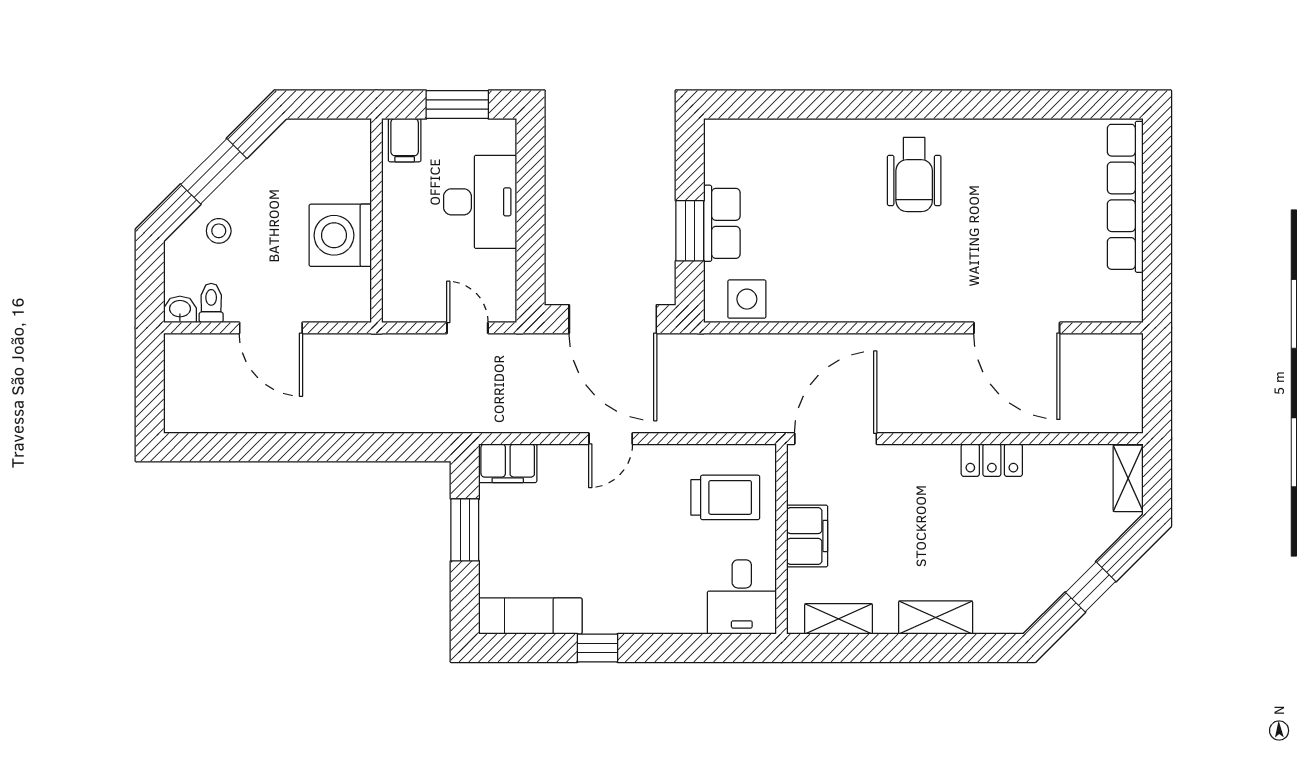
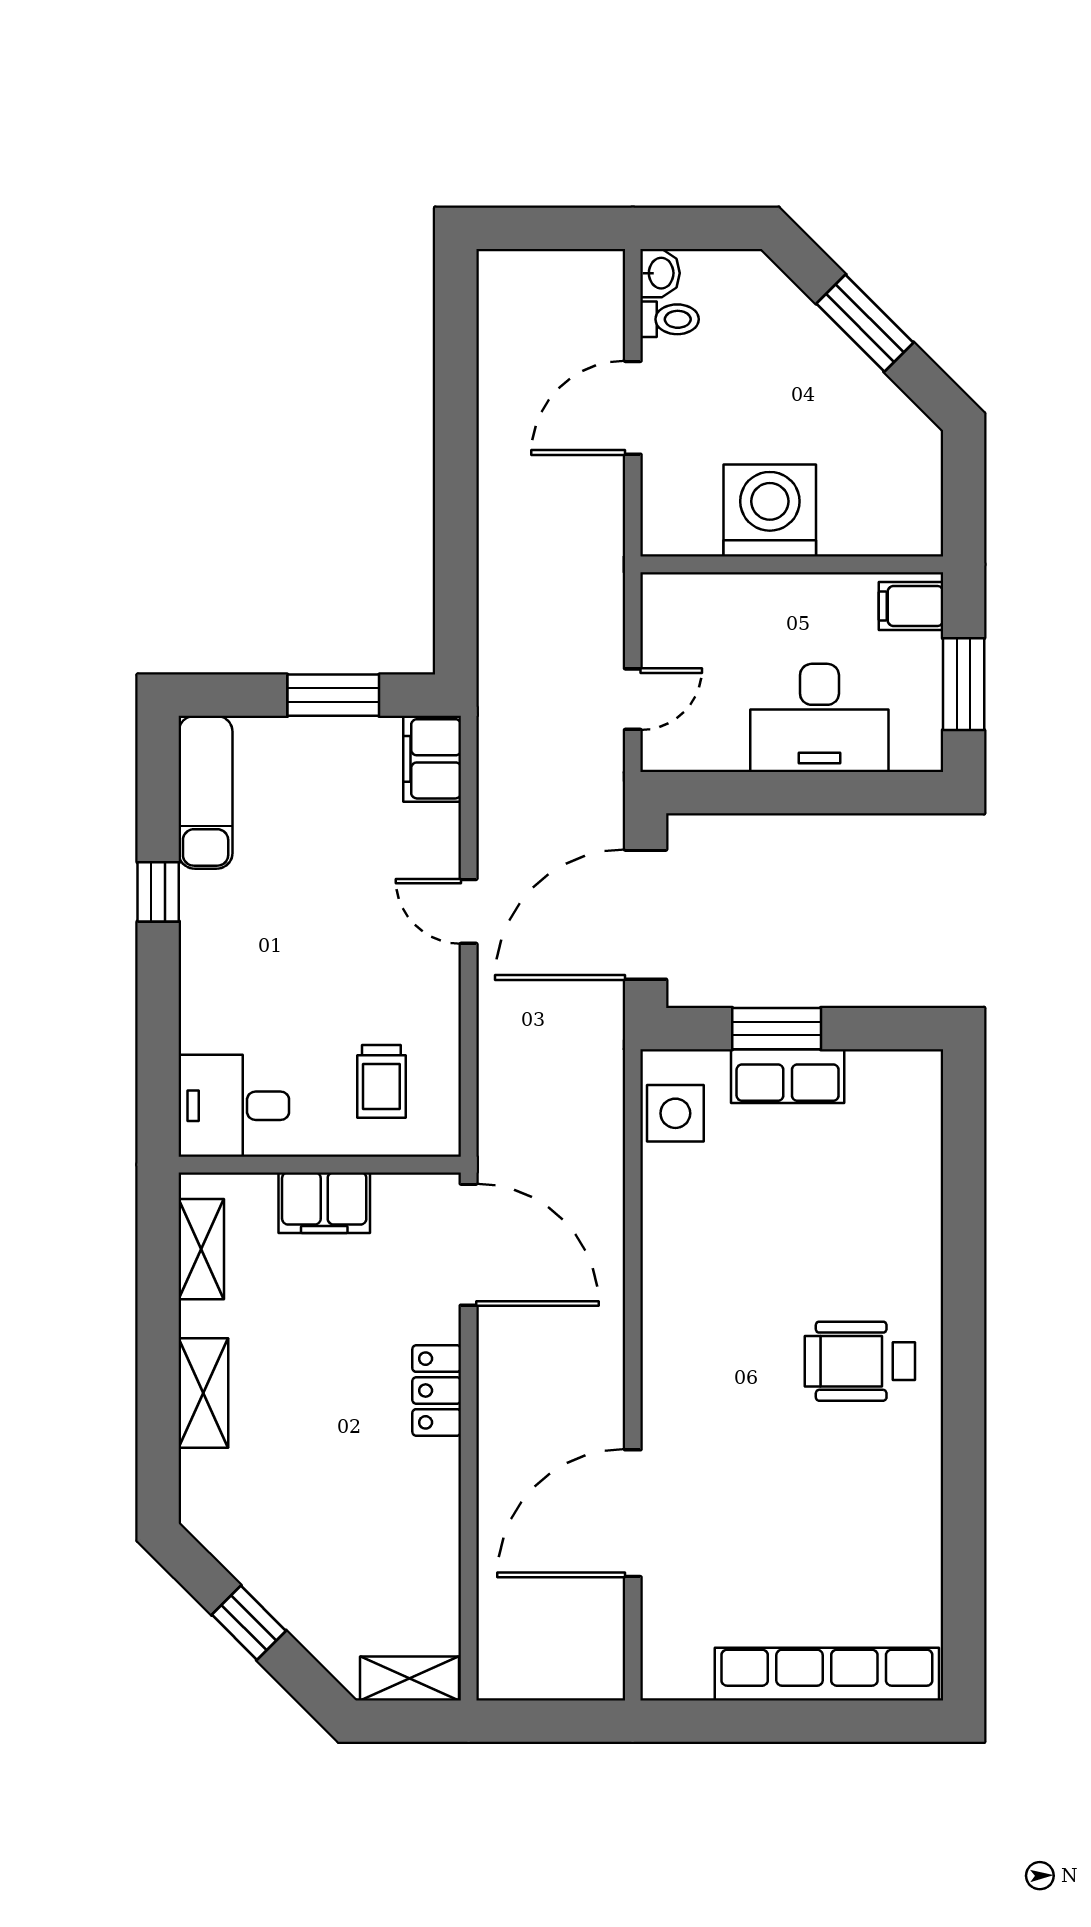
stool: (219, 231) -> (776, 331), removed
locker: (992, 460) -> (437, 1391), moved
trolley: (725, 497) -> (381, 1081), width x0.73, depth x0.72

